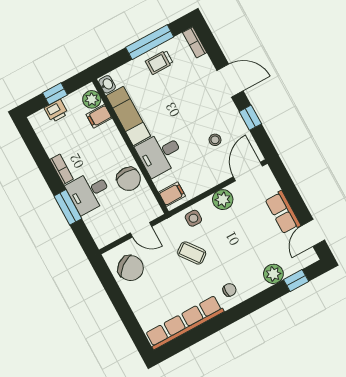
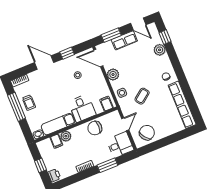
door: (230, 81) -> (44, 62), hinge flipped
plant: (92, 99) -> (66, 136), moved
printer: (56, 111) -> (54, 175), moved
chair: (129, 179) -> (95, 128), turned 180
window: (289, 189) -> (111, 35), added
desk: (89, 192) -> (120, 145), moved, turned -90

